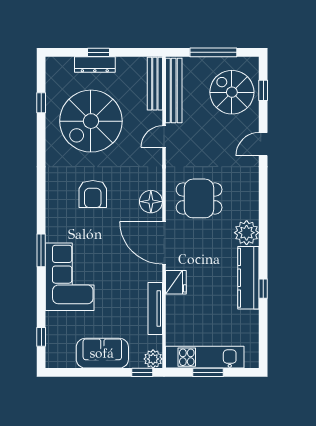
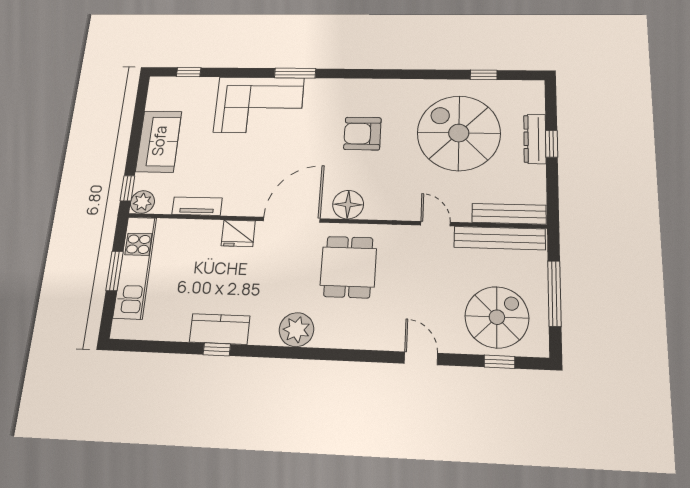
kitchen counter: (248, 278) -> (220, 329), width x0.67
tv unit: (155, 308) -> (197, 206), width x0.71

